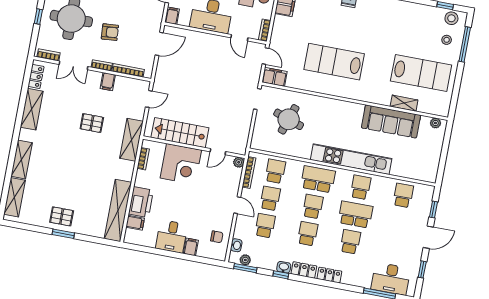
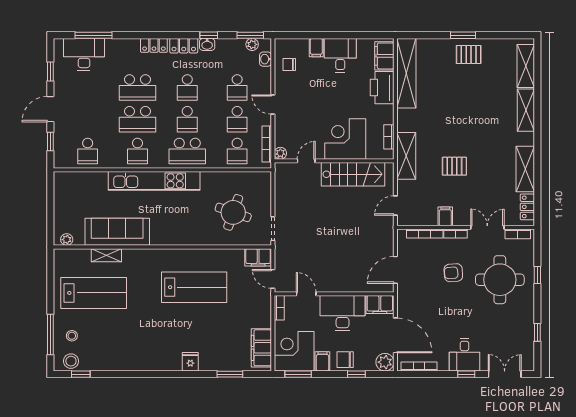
filing cabinet: (172, 16) -> (380, 305), width x2.00
lab bench: (421, 73) -> (94, 293), turned 180
filing cabinet: (135, 223) -> (384, 56), width x2.00
school desk: (350, 242) -> (137, 87), width x1.85

